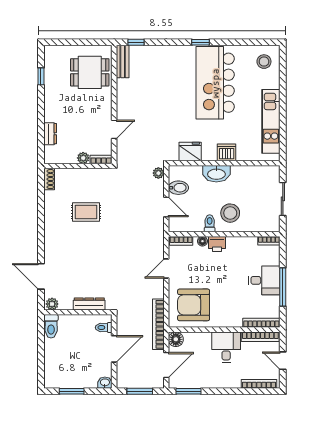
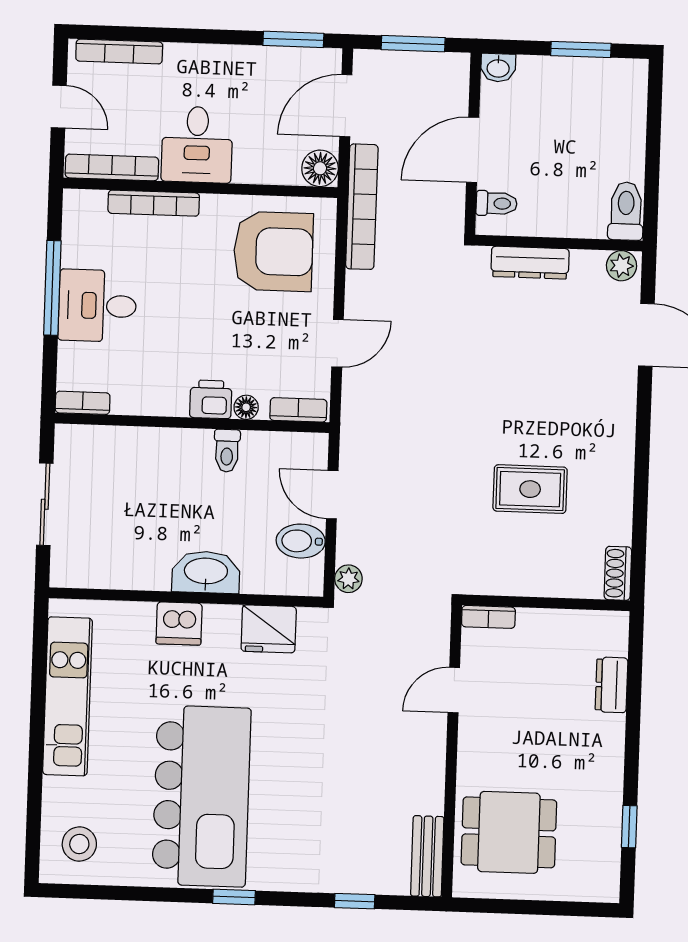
window: (136, 42) -> (355, 901), moved
plant: (83, 158) -> (532, 622), removed
stool: (230, 213) -> (175, 474), removed
bookcase: (261, 323) -> (154, 203), moved

